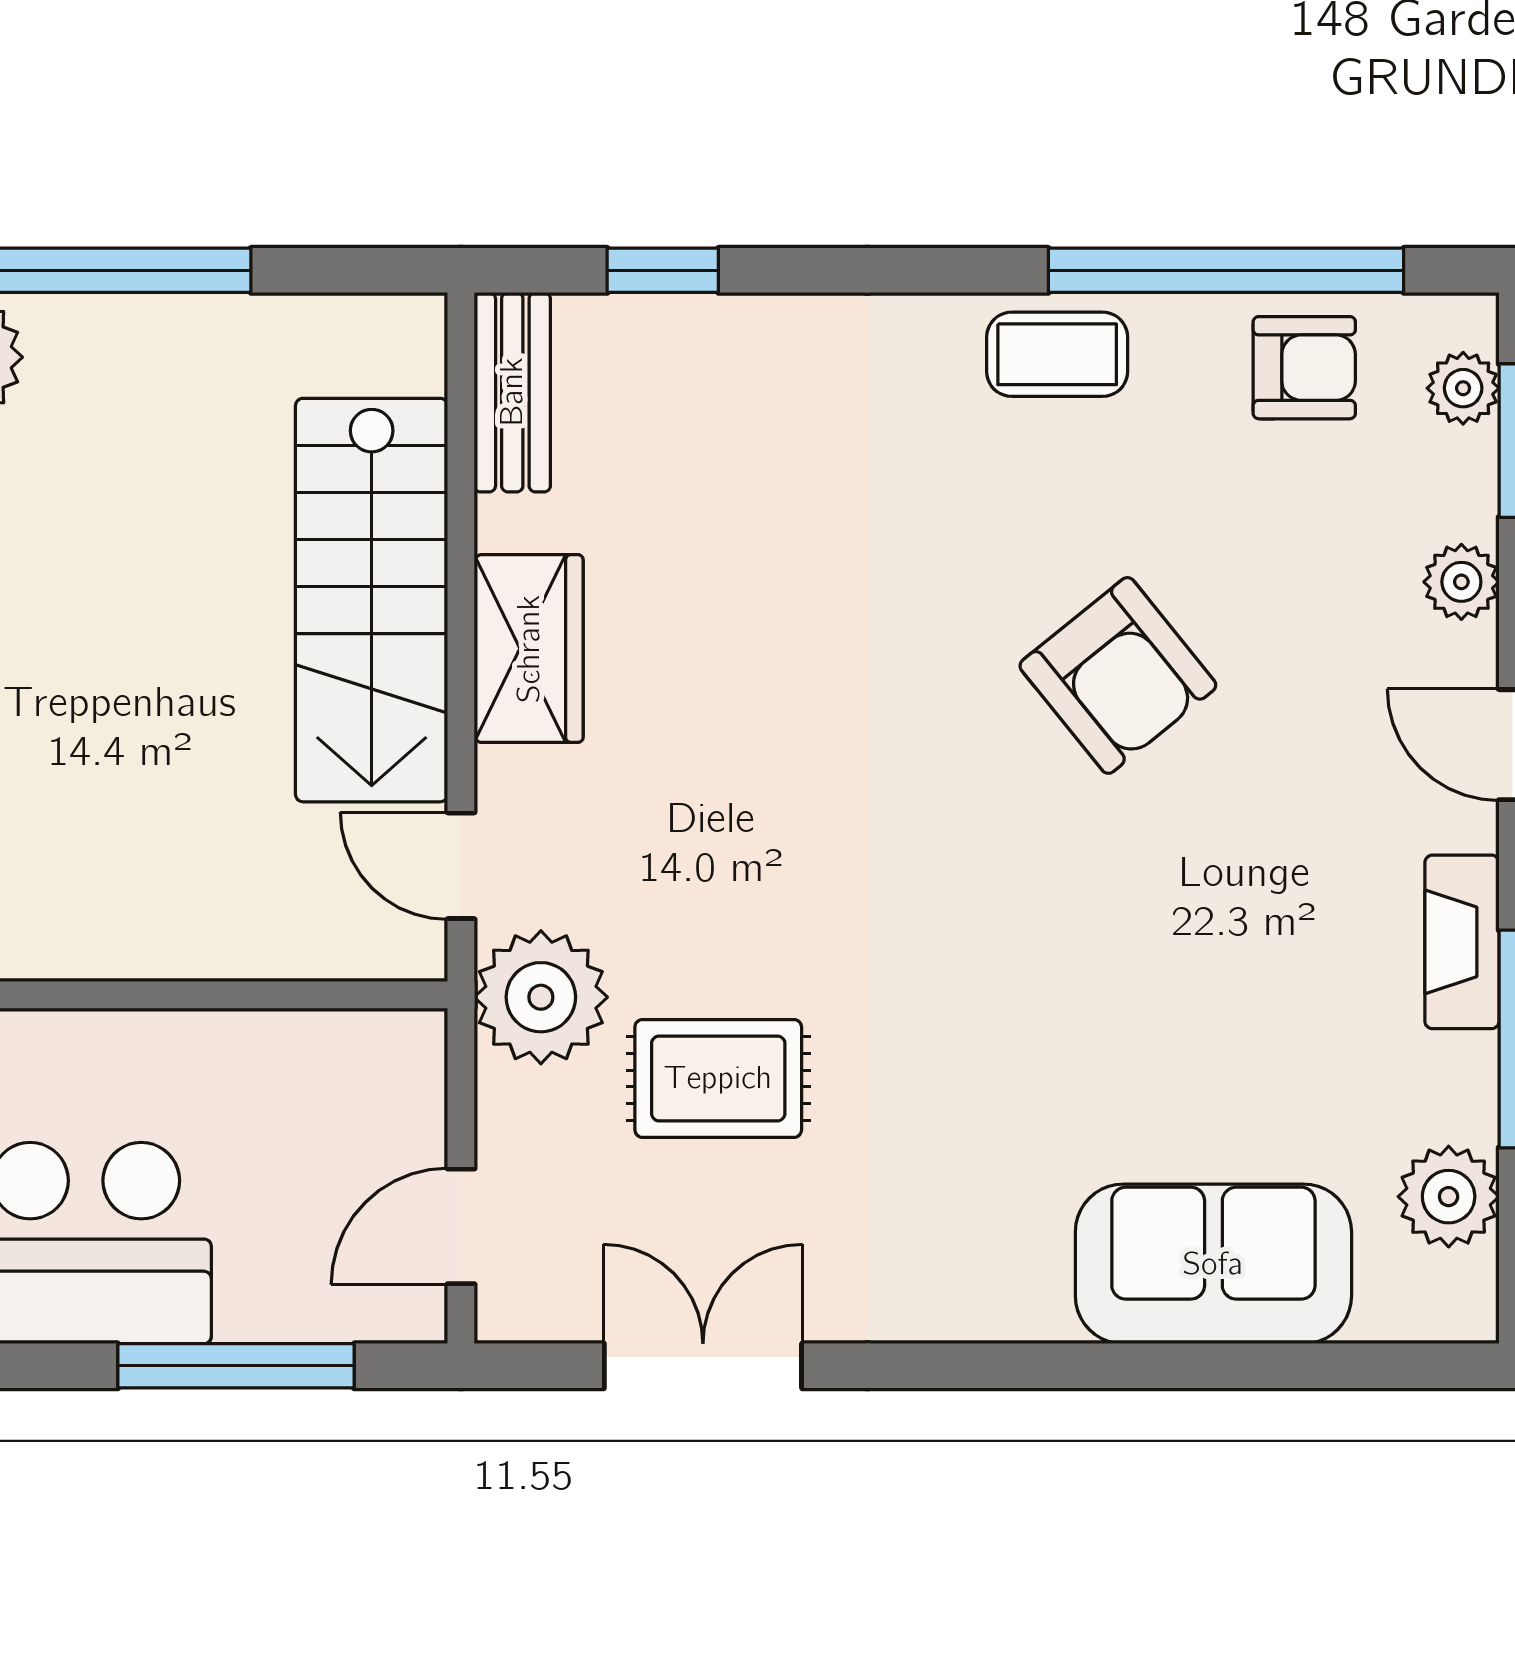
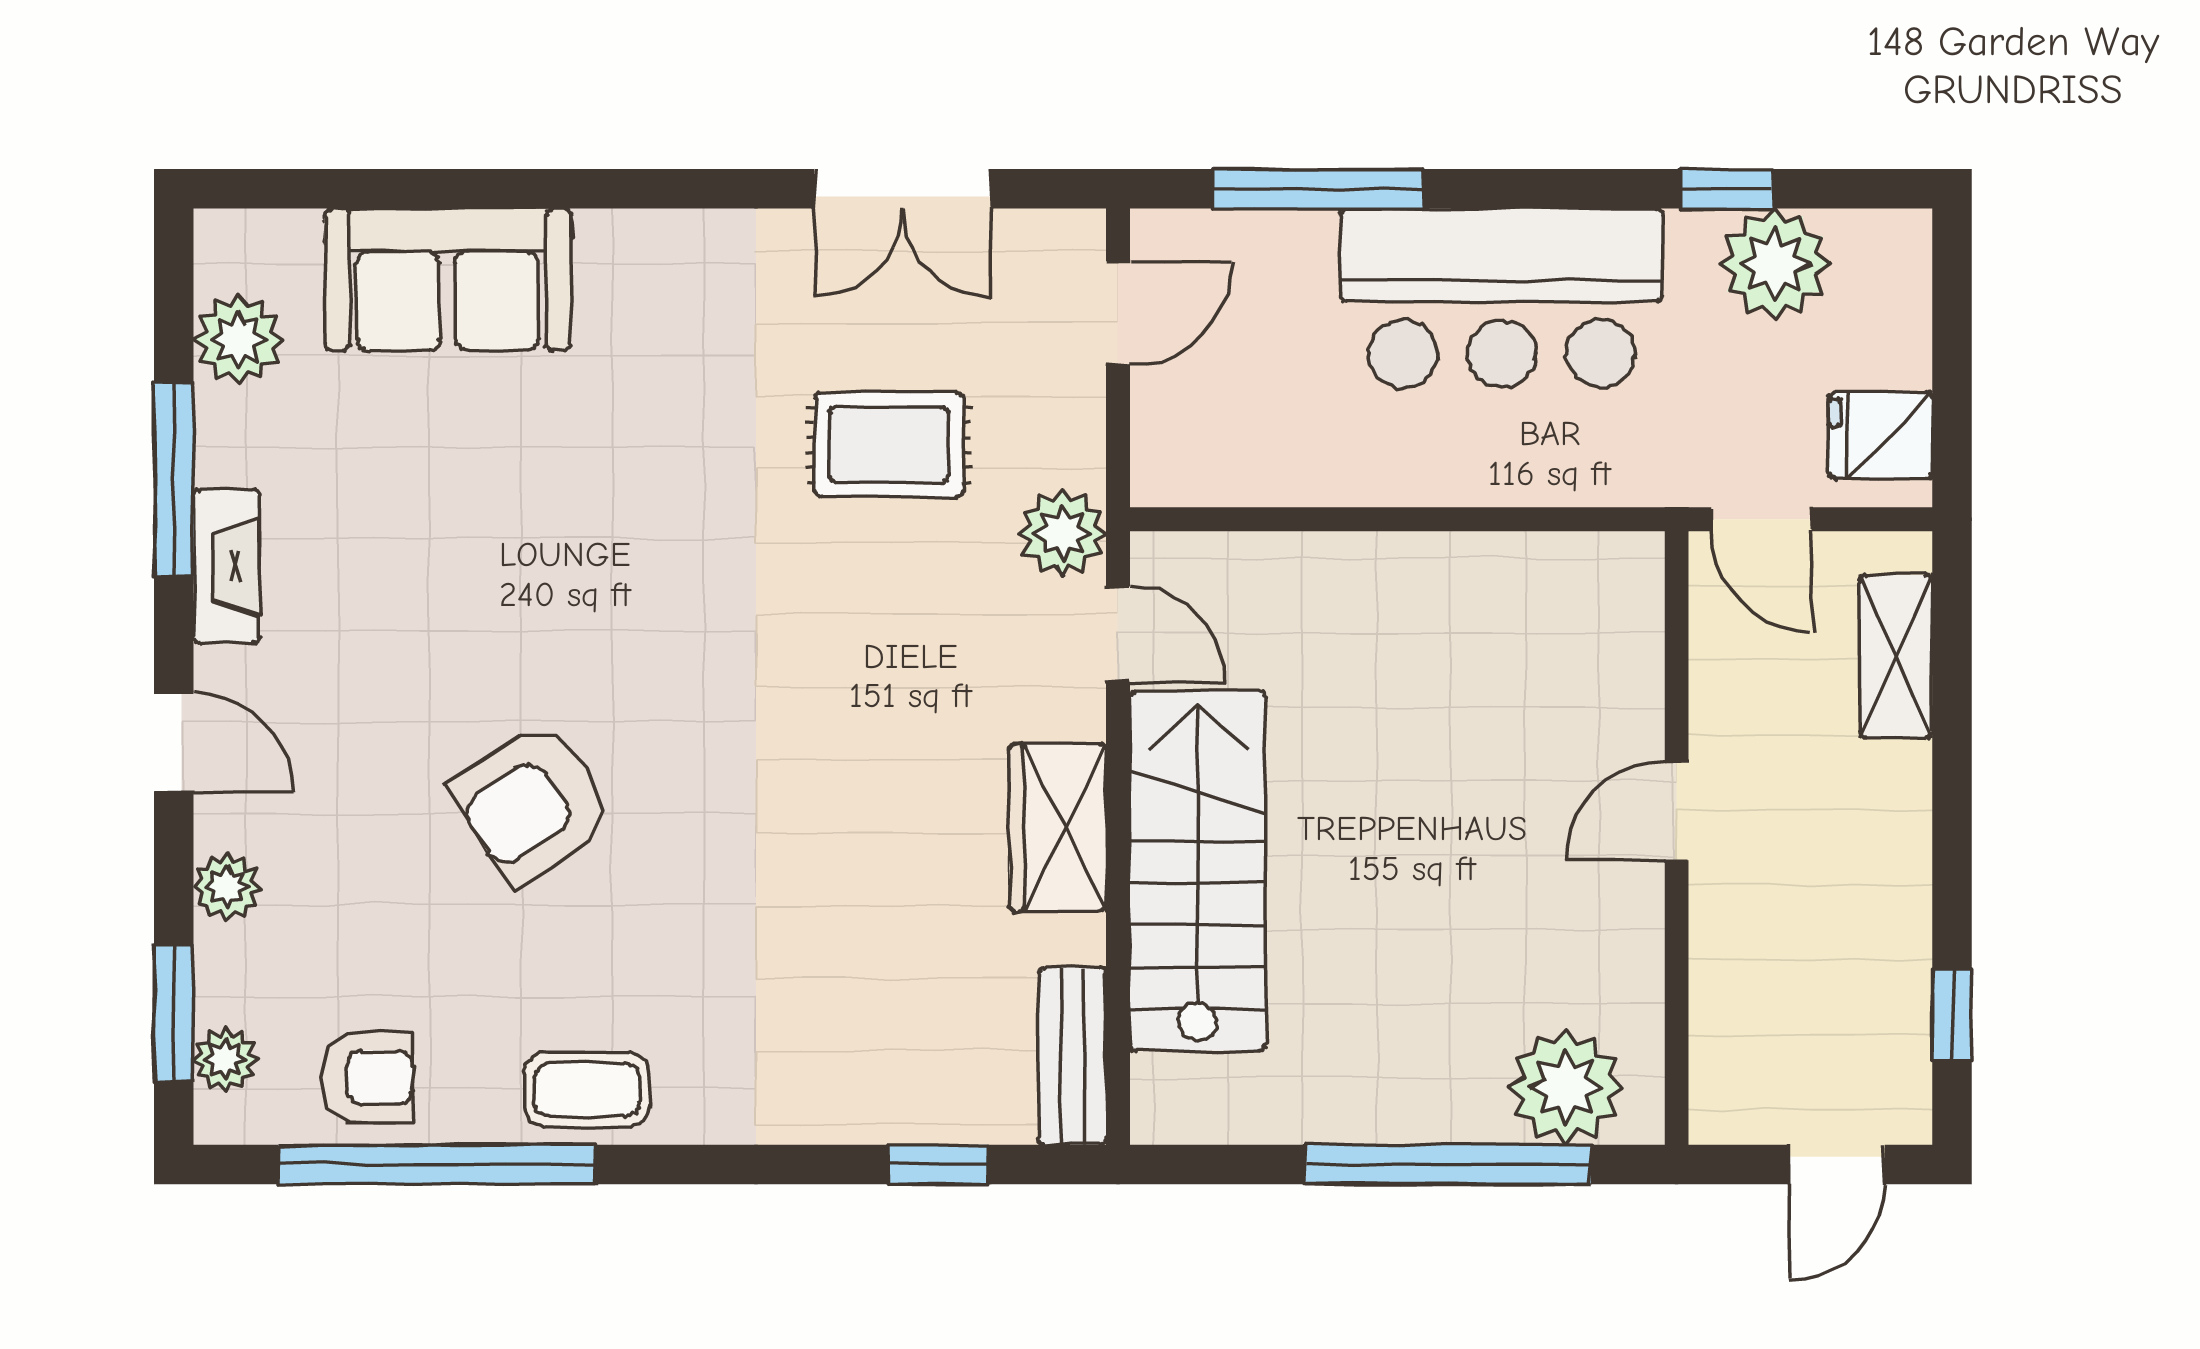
armchair: (1304, 368) -> (367, 1078), turned 180
armchair: (1118, 675) -> (533, 804), turned -84
plant: (541, 997) -> (1063, 533), width x0.73, depth x0.73

